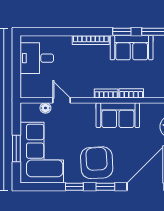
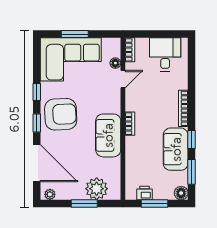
bookcase: (131, 93) -> (130, 50), moved

